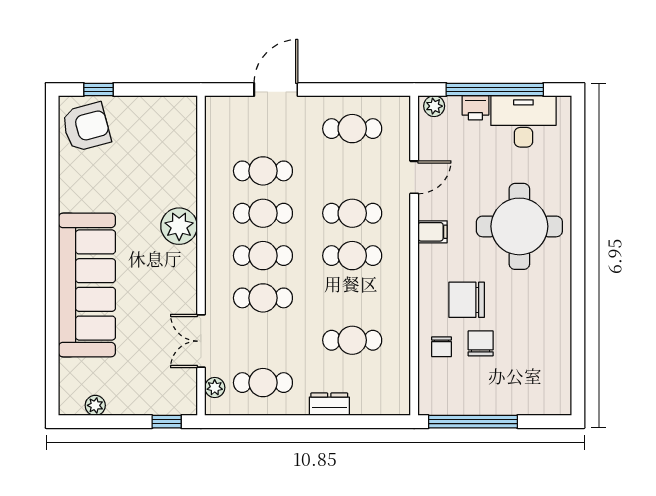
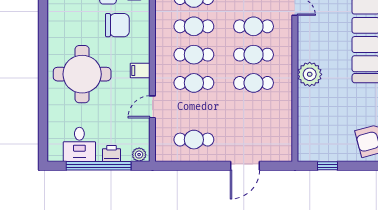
window: (99, 89) -> (327, 166), moved
desk: (523, 121) -> (79, 144), width x0.73
cafe table: (263, 171) -> (194, 26), moved

